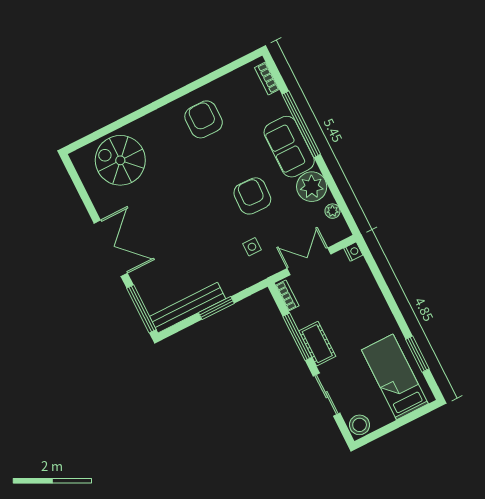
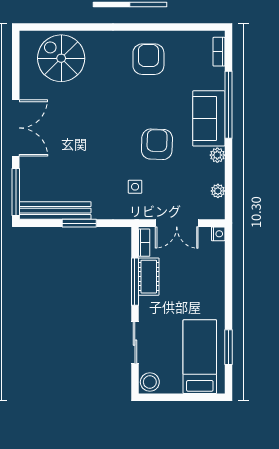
plant: (312, 187) -> (217, 155), width x0.53, depth x0.53
double door: (309, 261) -> (177, 223), swing flipped
cot: (317, 344) -> (149, 277), moved

